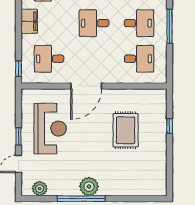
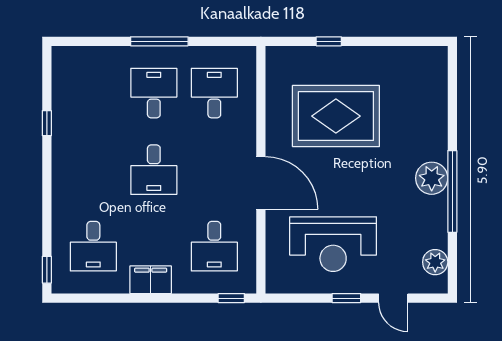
reception desk: (50, 129) -> (333, 244), turned 180
rug: (126, 130) -> (336, 116), width x1.37, depth x1.44

